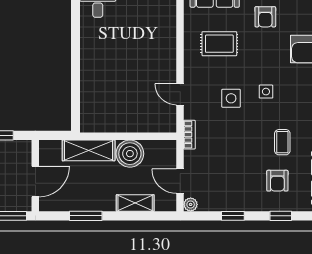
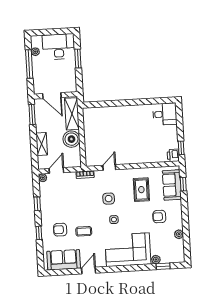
wall: (35, 176) -> (55, 95), moved
door: (35, 181) -> (52, 96), moved

